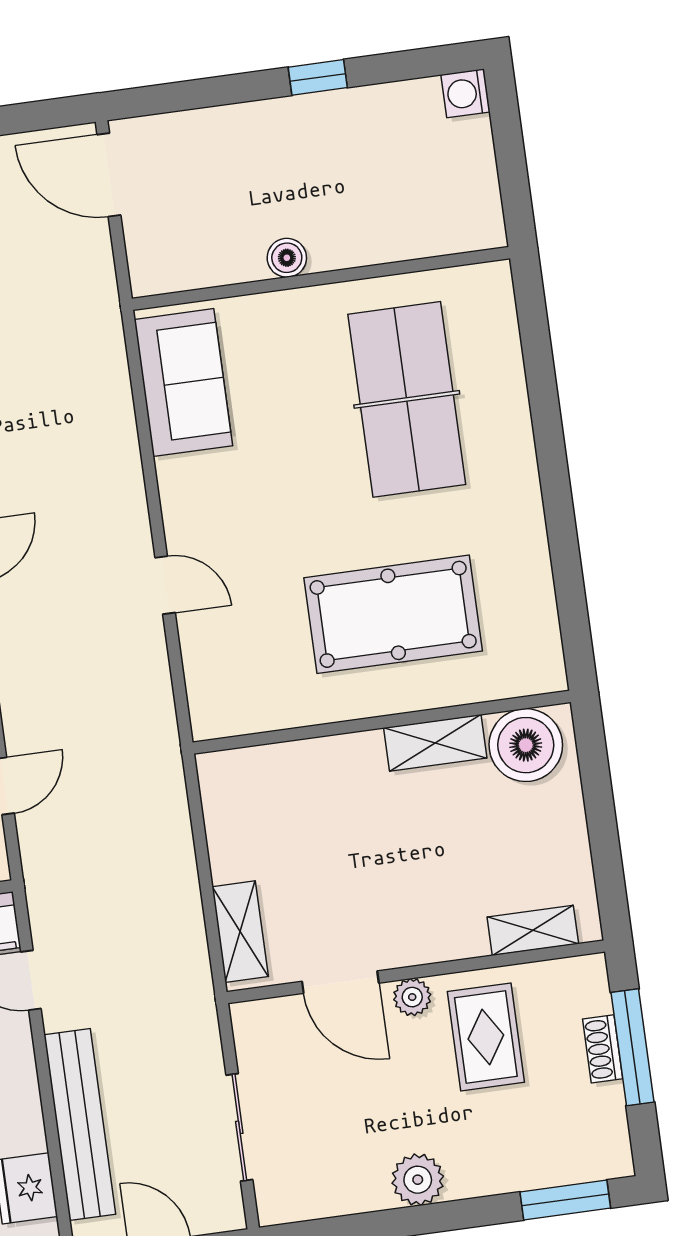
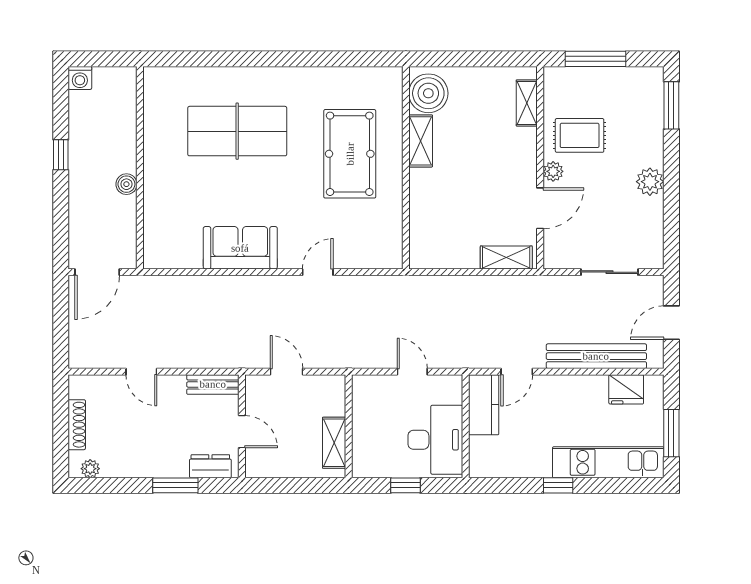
boiler: (287, 258) -> (126, 184), moved
wall: (321, 278) -> (140, 168), moved
sofa: (183, 383) -> (240, 248), moved
shoe rack: (603, 1049) -> (594, 75), removed

